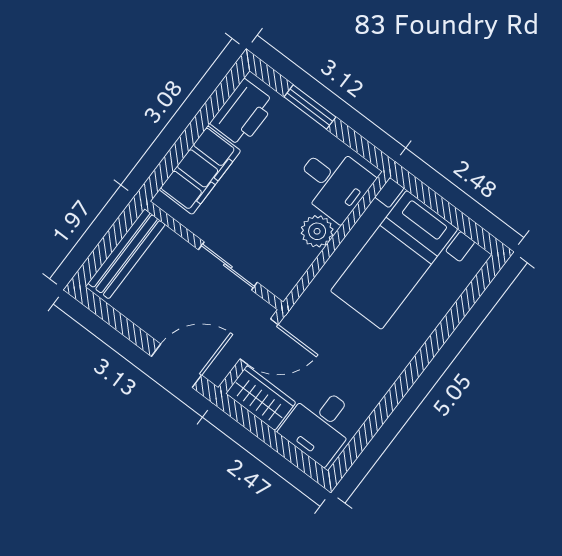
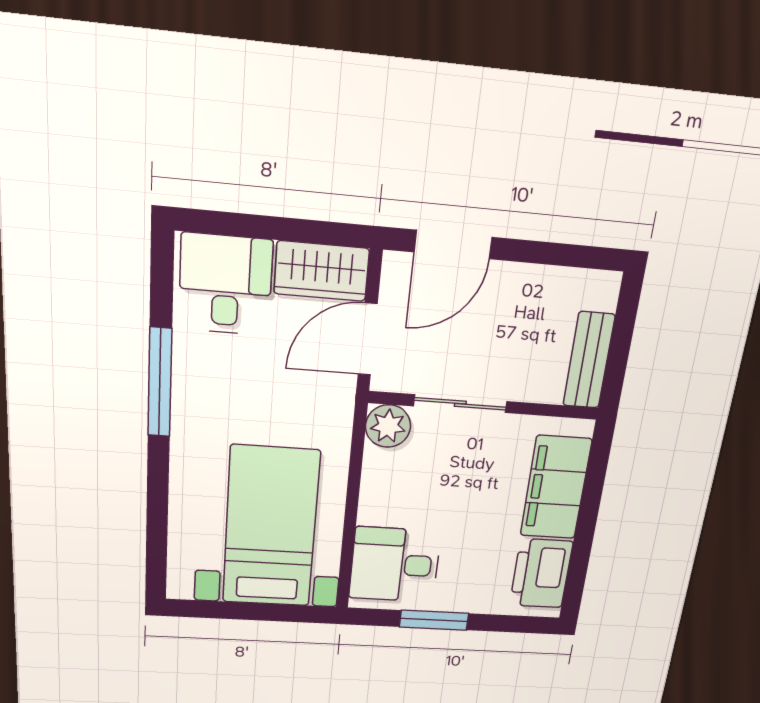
window: (310, 107) -> (434, 620), moved
plant: (317, 231) -> (388, 426), moved
bench: (127, 254) -> (589, 360), width x0.73
window: (396, 393) -> (160, 383), added

